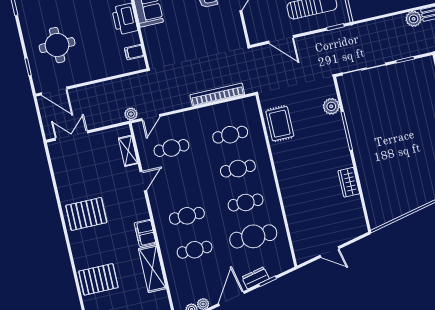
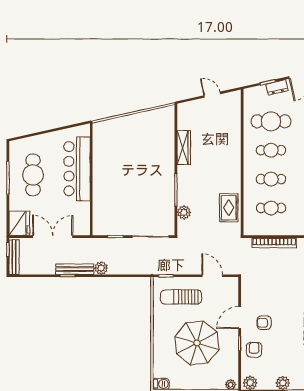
wardrobe: (349, 182) -> (184, 148), width x1.50

